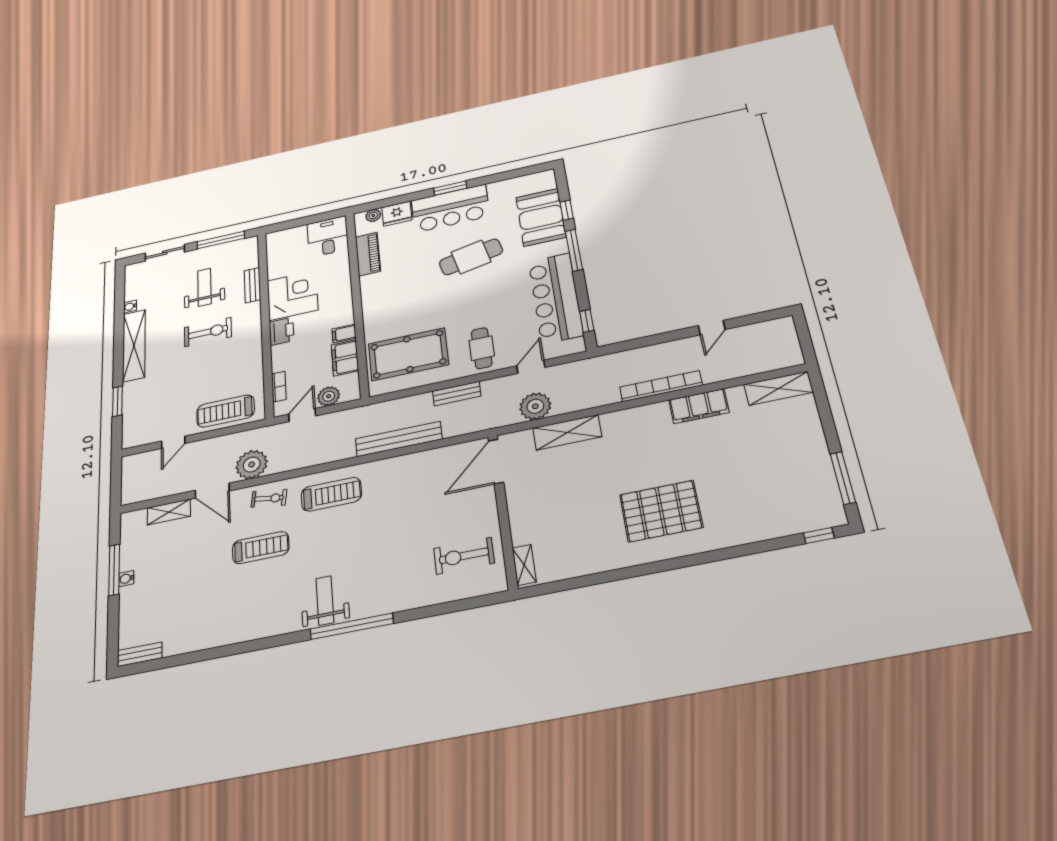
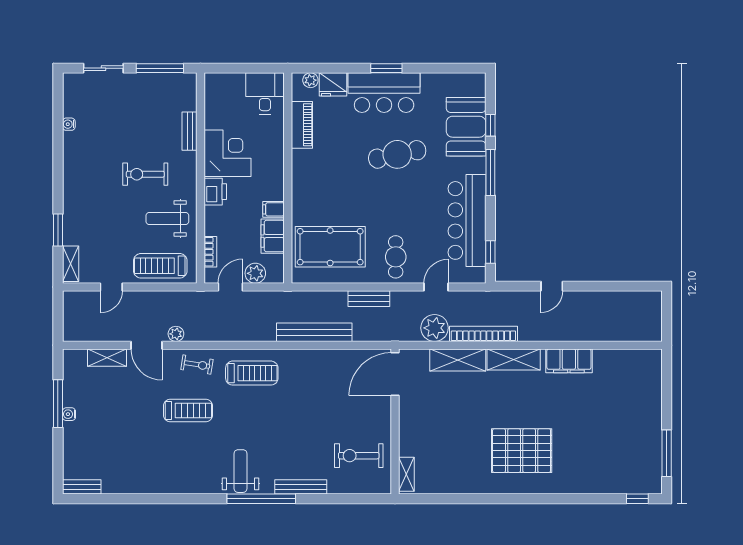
weight bench: (204, 287) -> (167, 219), moved, turned -90
door: (712, 328) -> (552, 286), moved
exercise bike: (208, 332) -> (145, 174), turned 180
shelving: (134, 345) -> (71, 264), moved, width x0.45, depth x0.75
bookcase: (661, 386) -> (483, 334), moved
shelving: (778, 388) -> (514, 359), moved
plant: (252, 465) -> (176, 334), width x0.53, depth x0.53
bench: (398, 604) -> (301, 487), added

